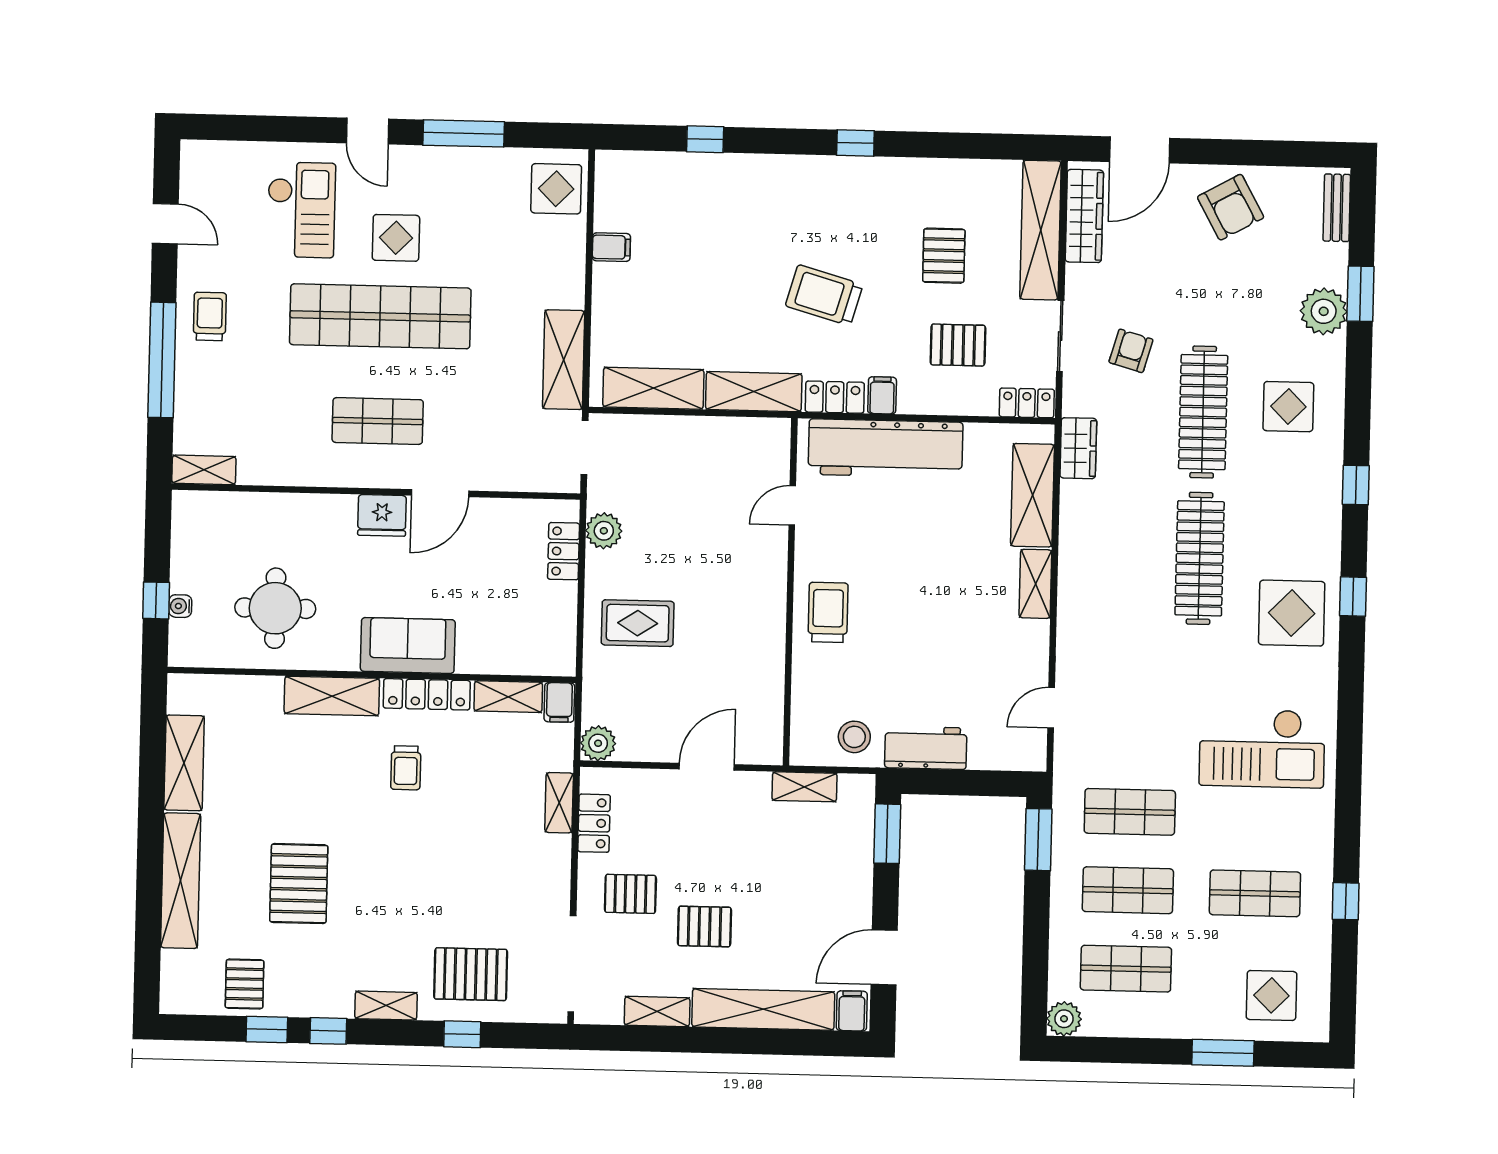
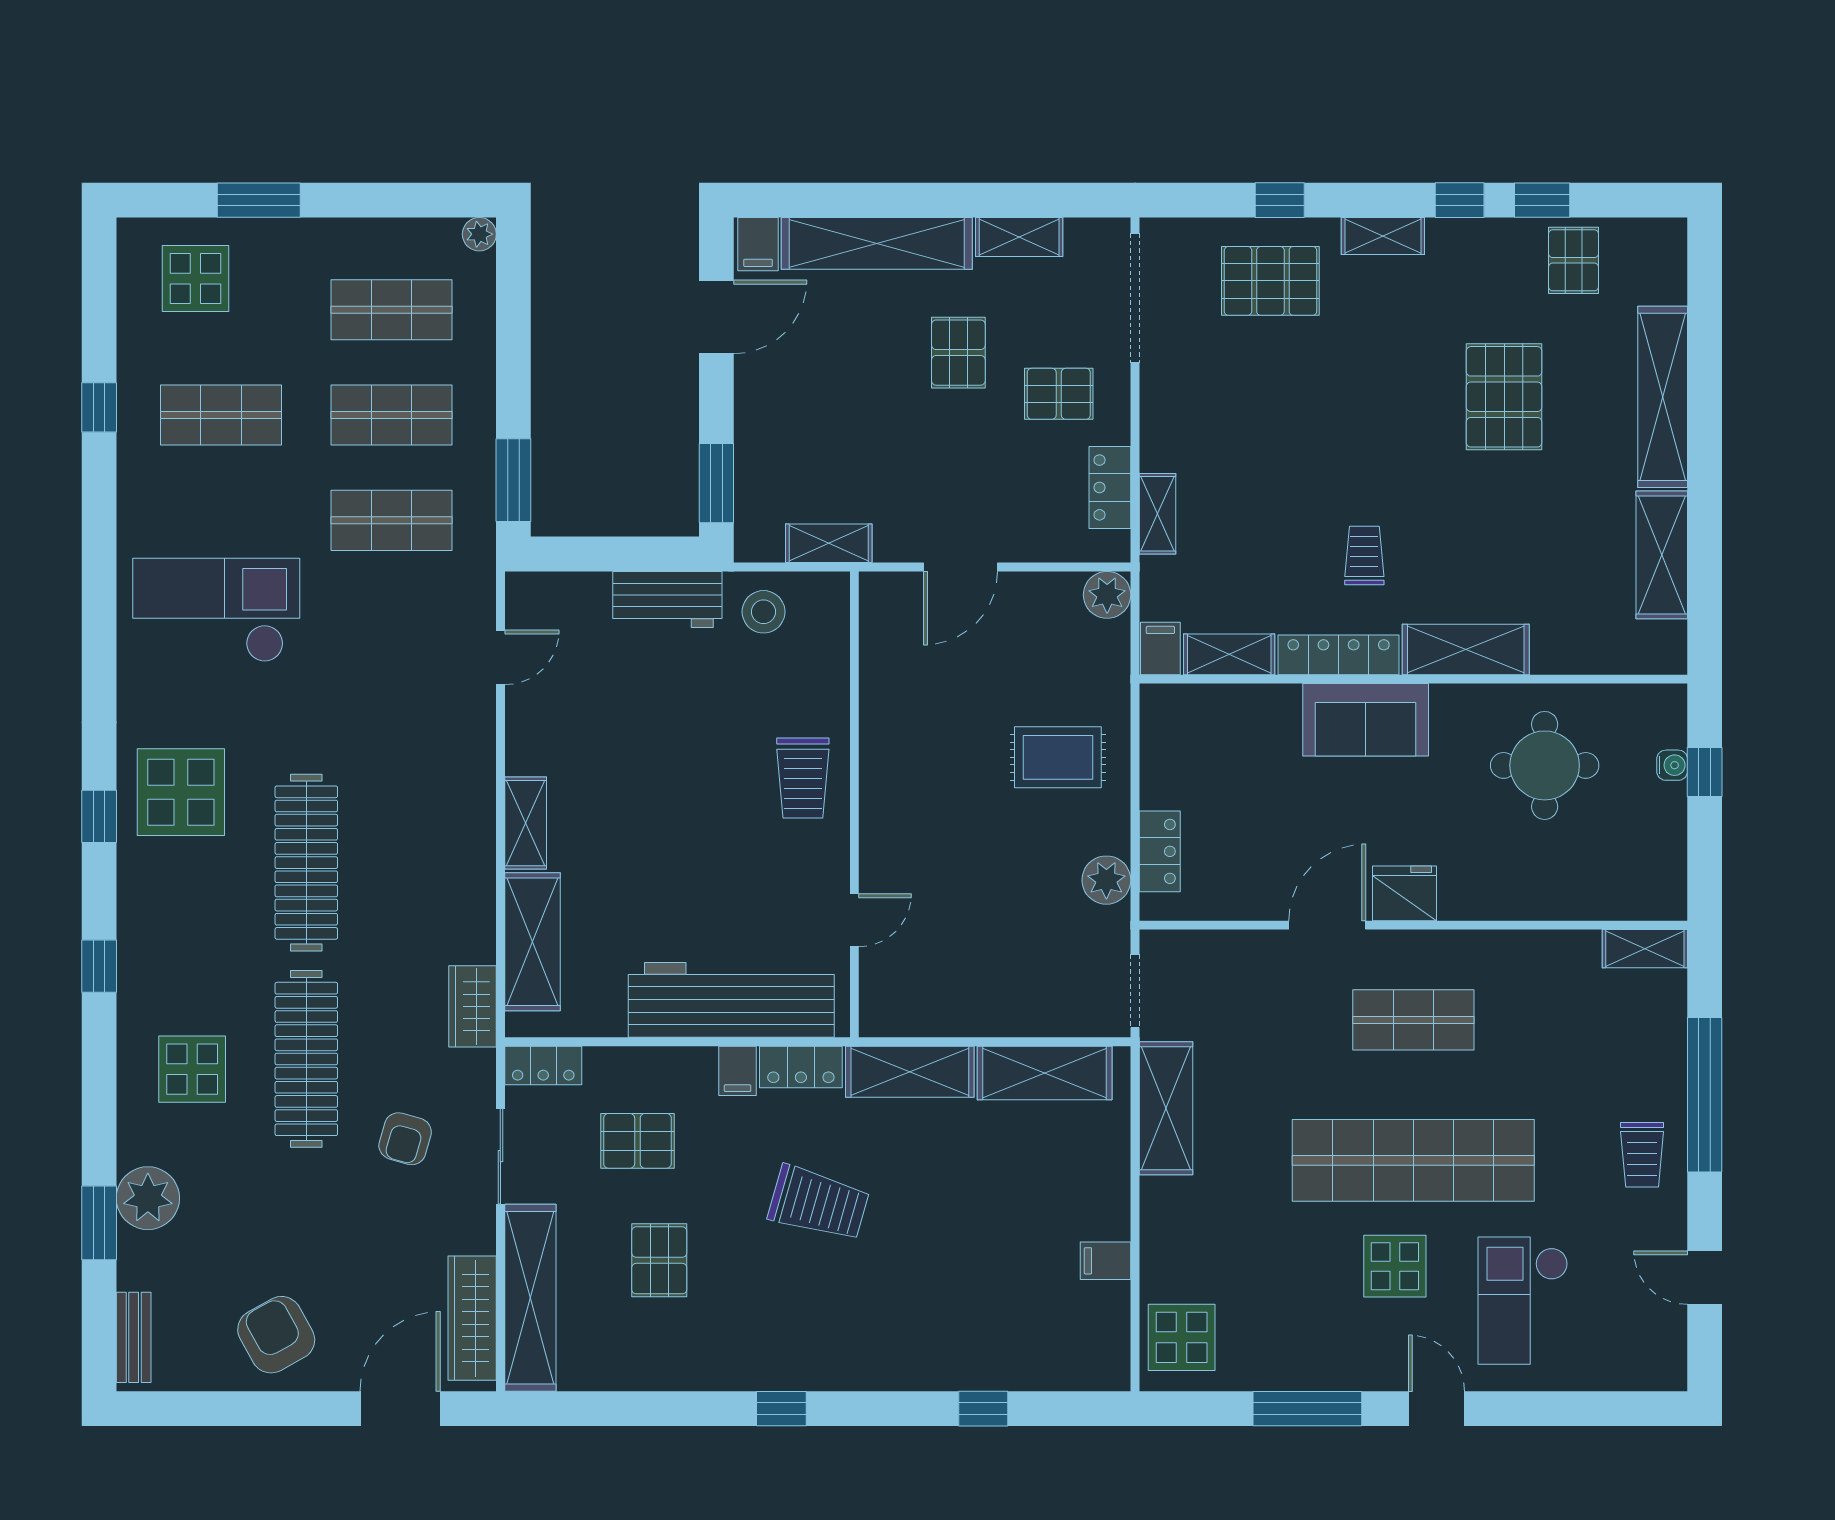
pallet: (704, 926) -> (958, 353), turned 90
plant: (1064, 1019) -> (479, 234), width x0.73, depth x0.73

